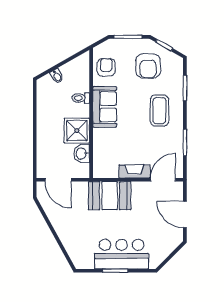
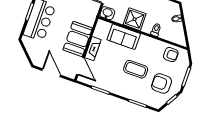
sofa: (105, 107) -> (124, 37), moved
coffee table: (159, 111) -> (136, 69), moved
washbasin: (82, 153) -> (107, 13), moved
booth: (110, 196) -> (78, 39), moved
door: (185, 214) -> (51, 73), hinge flipped

